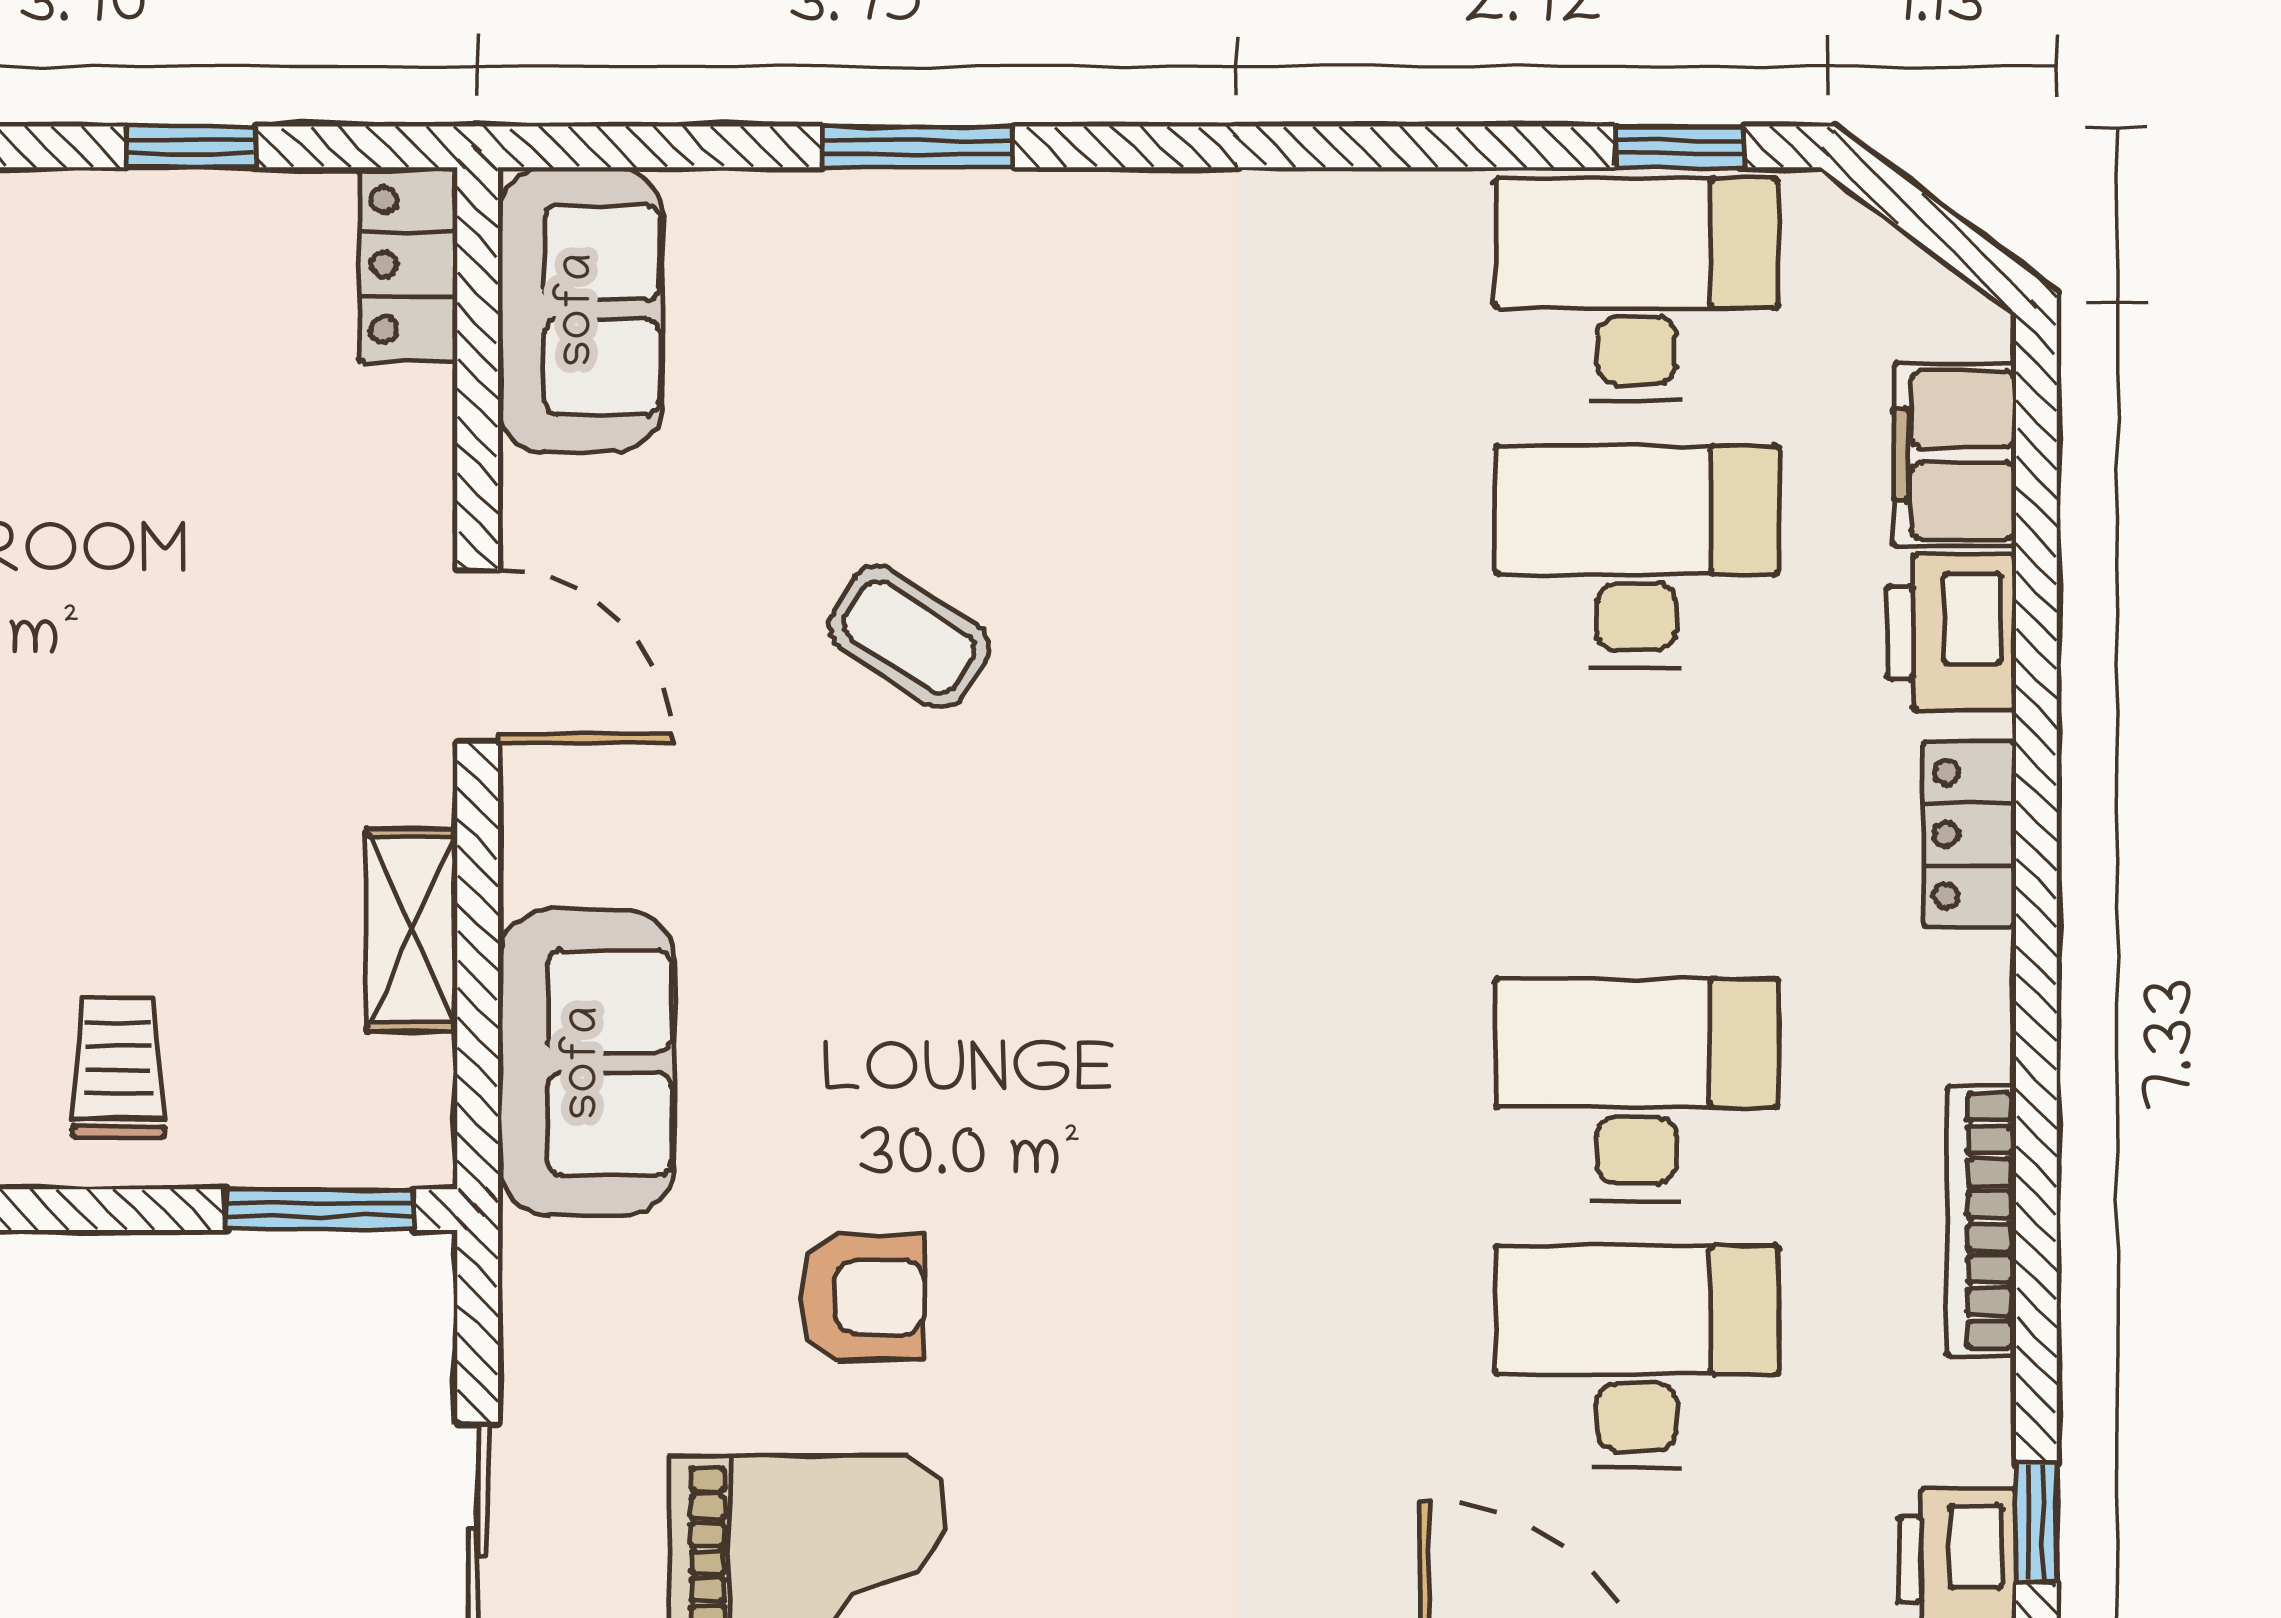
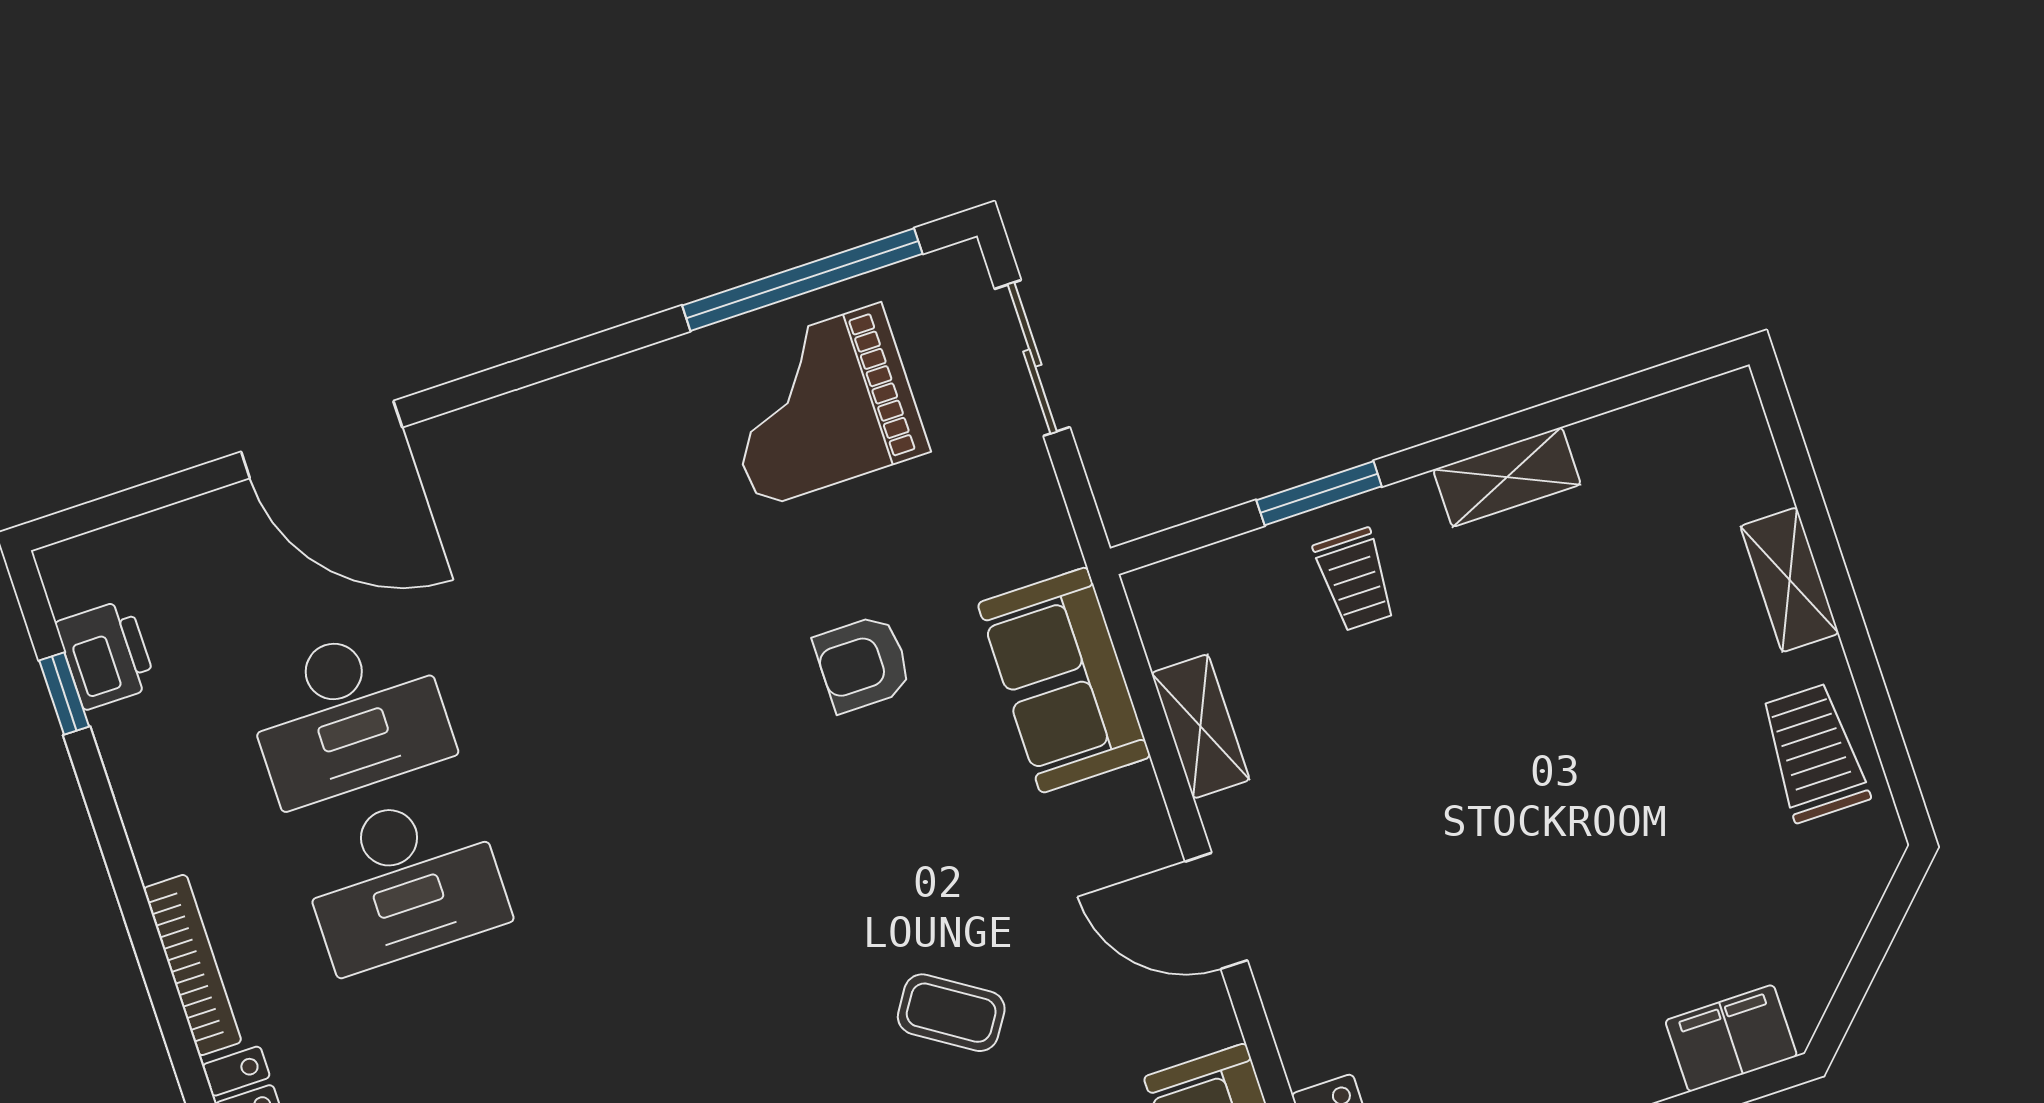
window: (320, 1210) -> (1319, 493), moved
bookcase: (1981, 1221) -> (192, 965), moved
armchair: (862, 1297) -> (863, 664), moved

